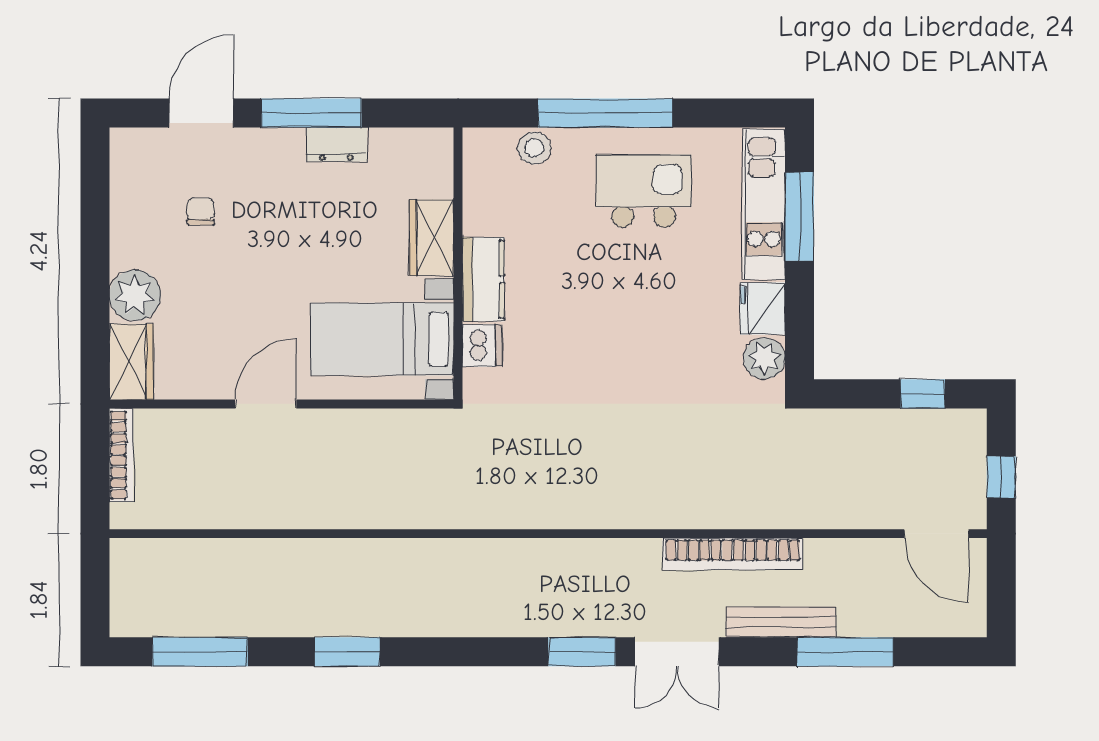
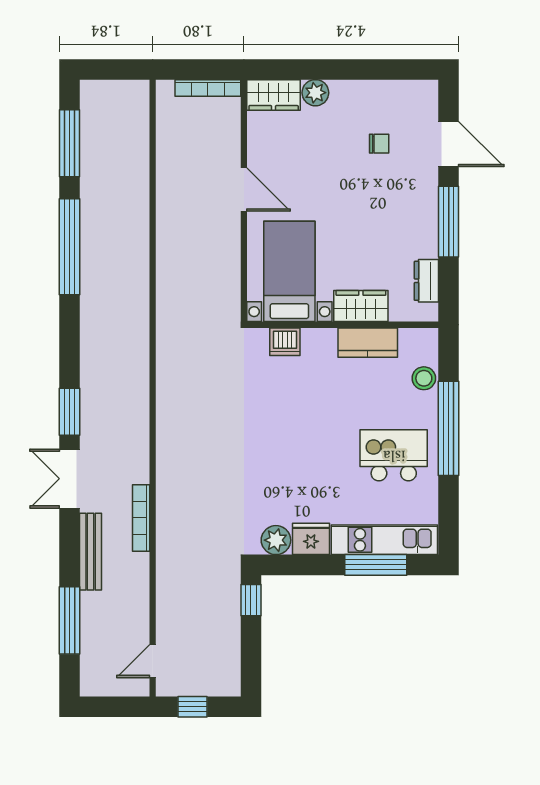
dresser: (336, 144) -> (426, 281), moved
kitchen island: (644, 191) -> (394, 455), turned -90
kitchen counter: (483, 279) -> (368, 343), moved
plant: (135, 295) -> (315, 93), width x0.73, depth x0.73
window: (923, 394) -> (251, 600), moved
door: (936, 534) -> (153, 661), width x0.73
bookcase: (733, 554) -> (141, 518), width x0.68, depth x0.76
window: (347, 652) -> (70, 247), width x2.11
window: (845, 652) -> (70, 620), moved

